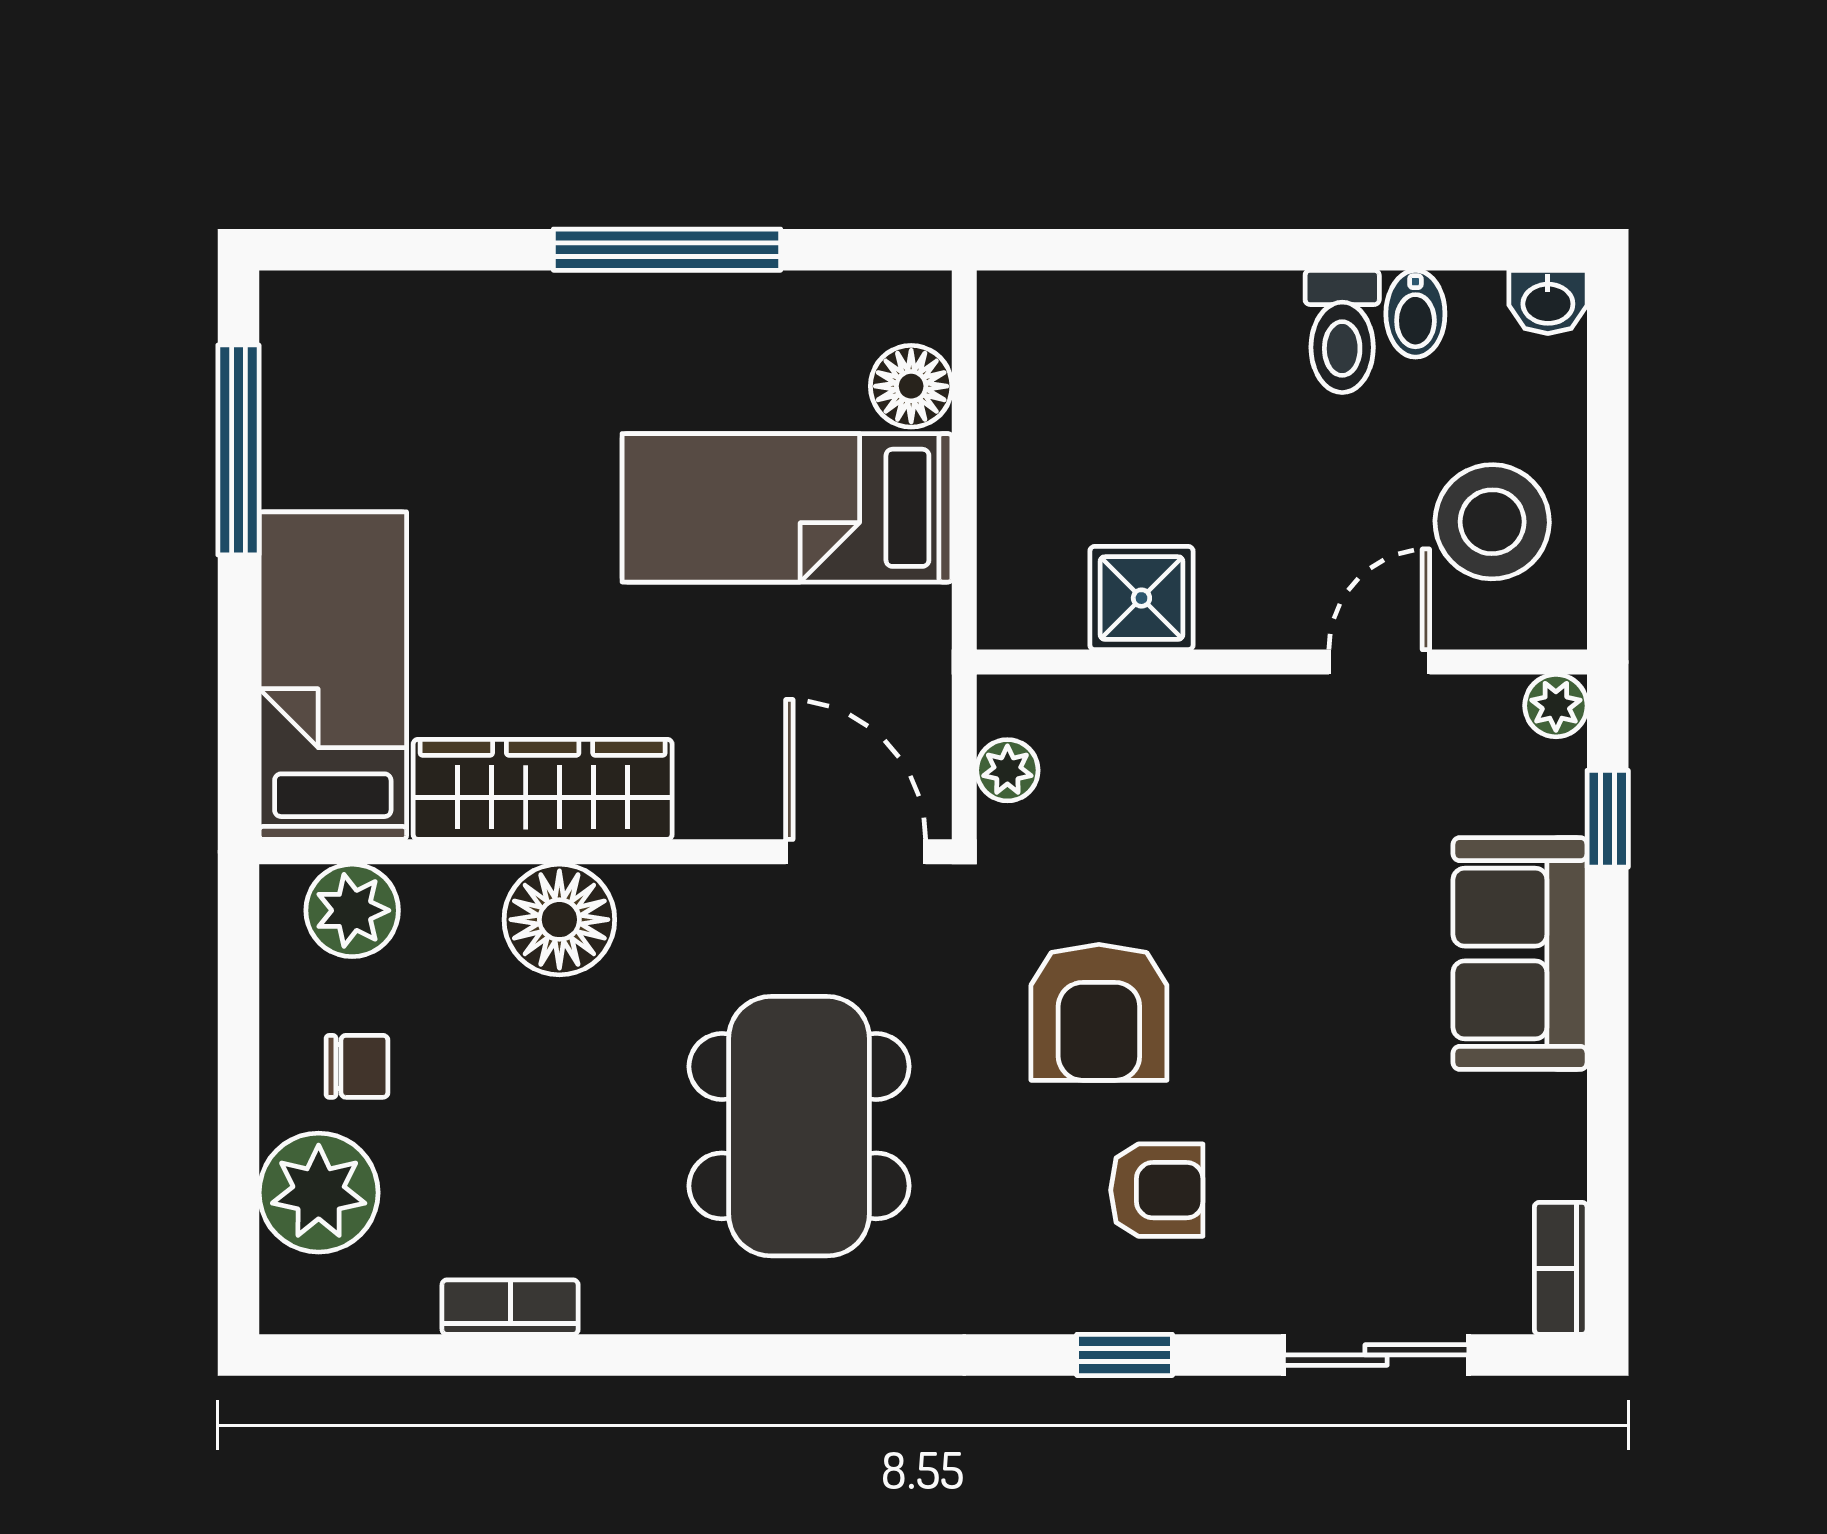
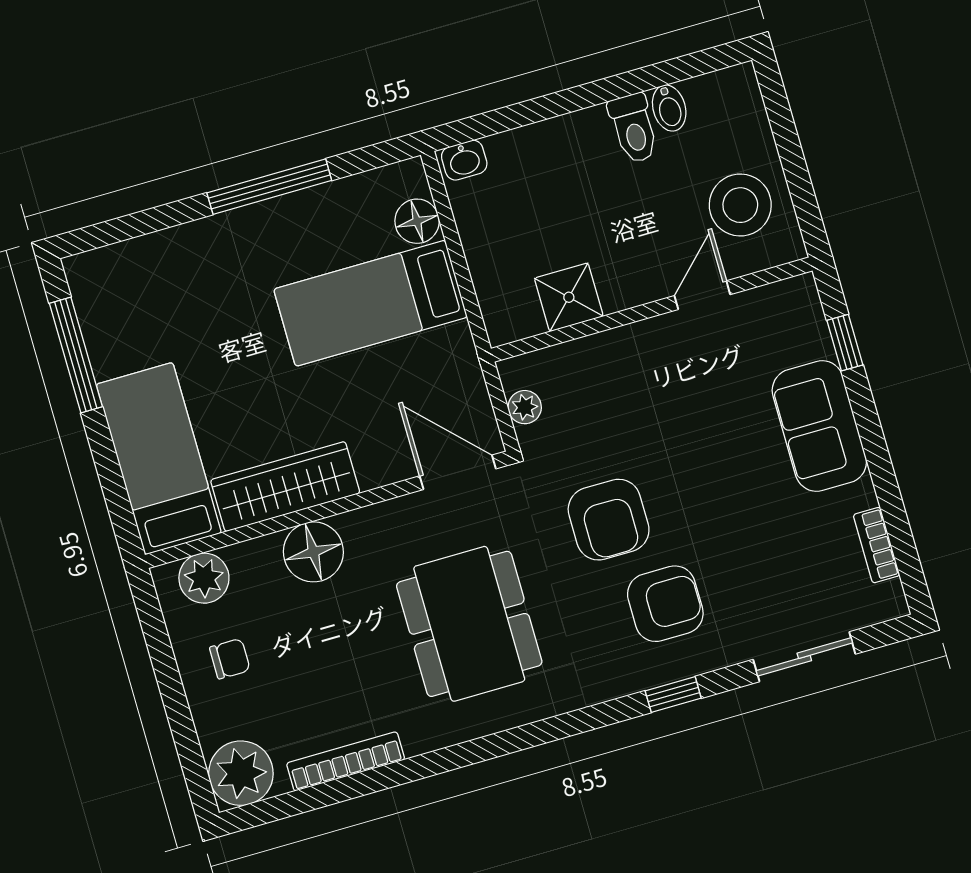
washbasin: (1548, 302) -> (464, 160), moved
plant: (1556, 706) -> (801, 291), removed
armchair: (1157, 1190) -> (665, 604), width x1.38, depth x1.38
plant: (319, 1193) -> (241, 773), moved
bookcase: (1561, 1268) -> (876, 545), moved
bookcase: (510, 1307) -> (346, 761), width x1.56

